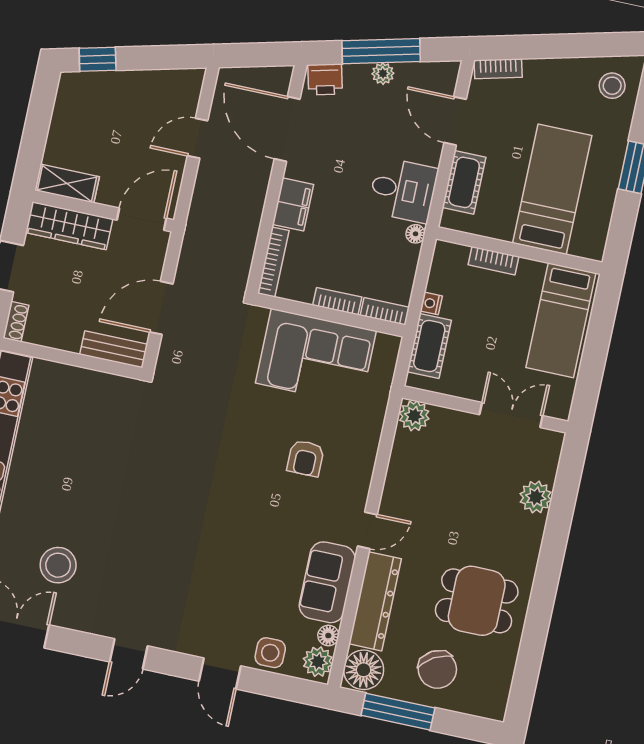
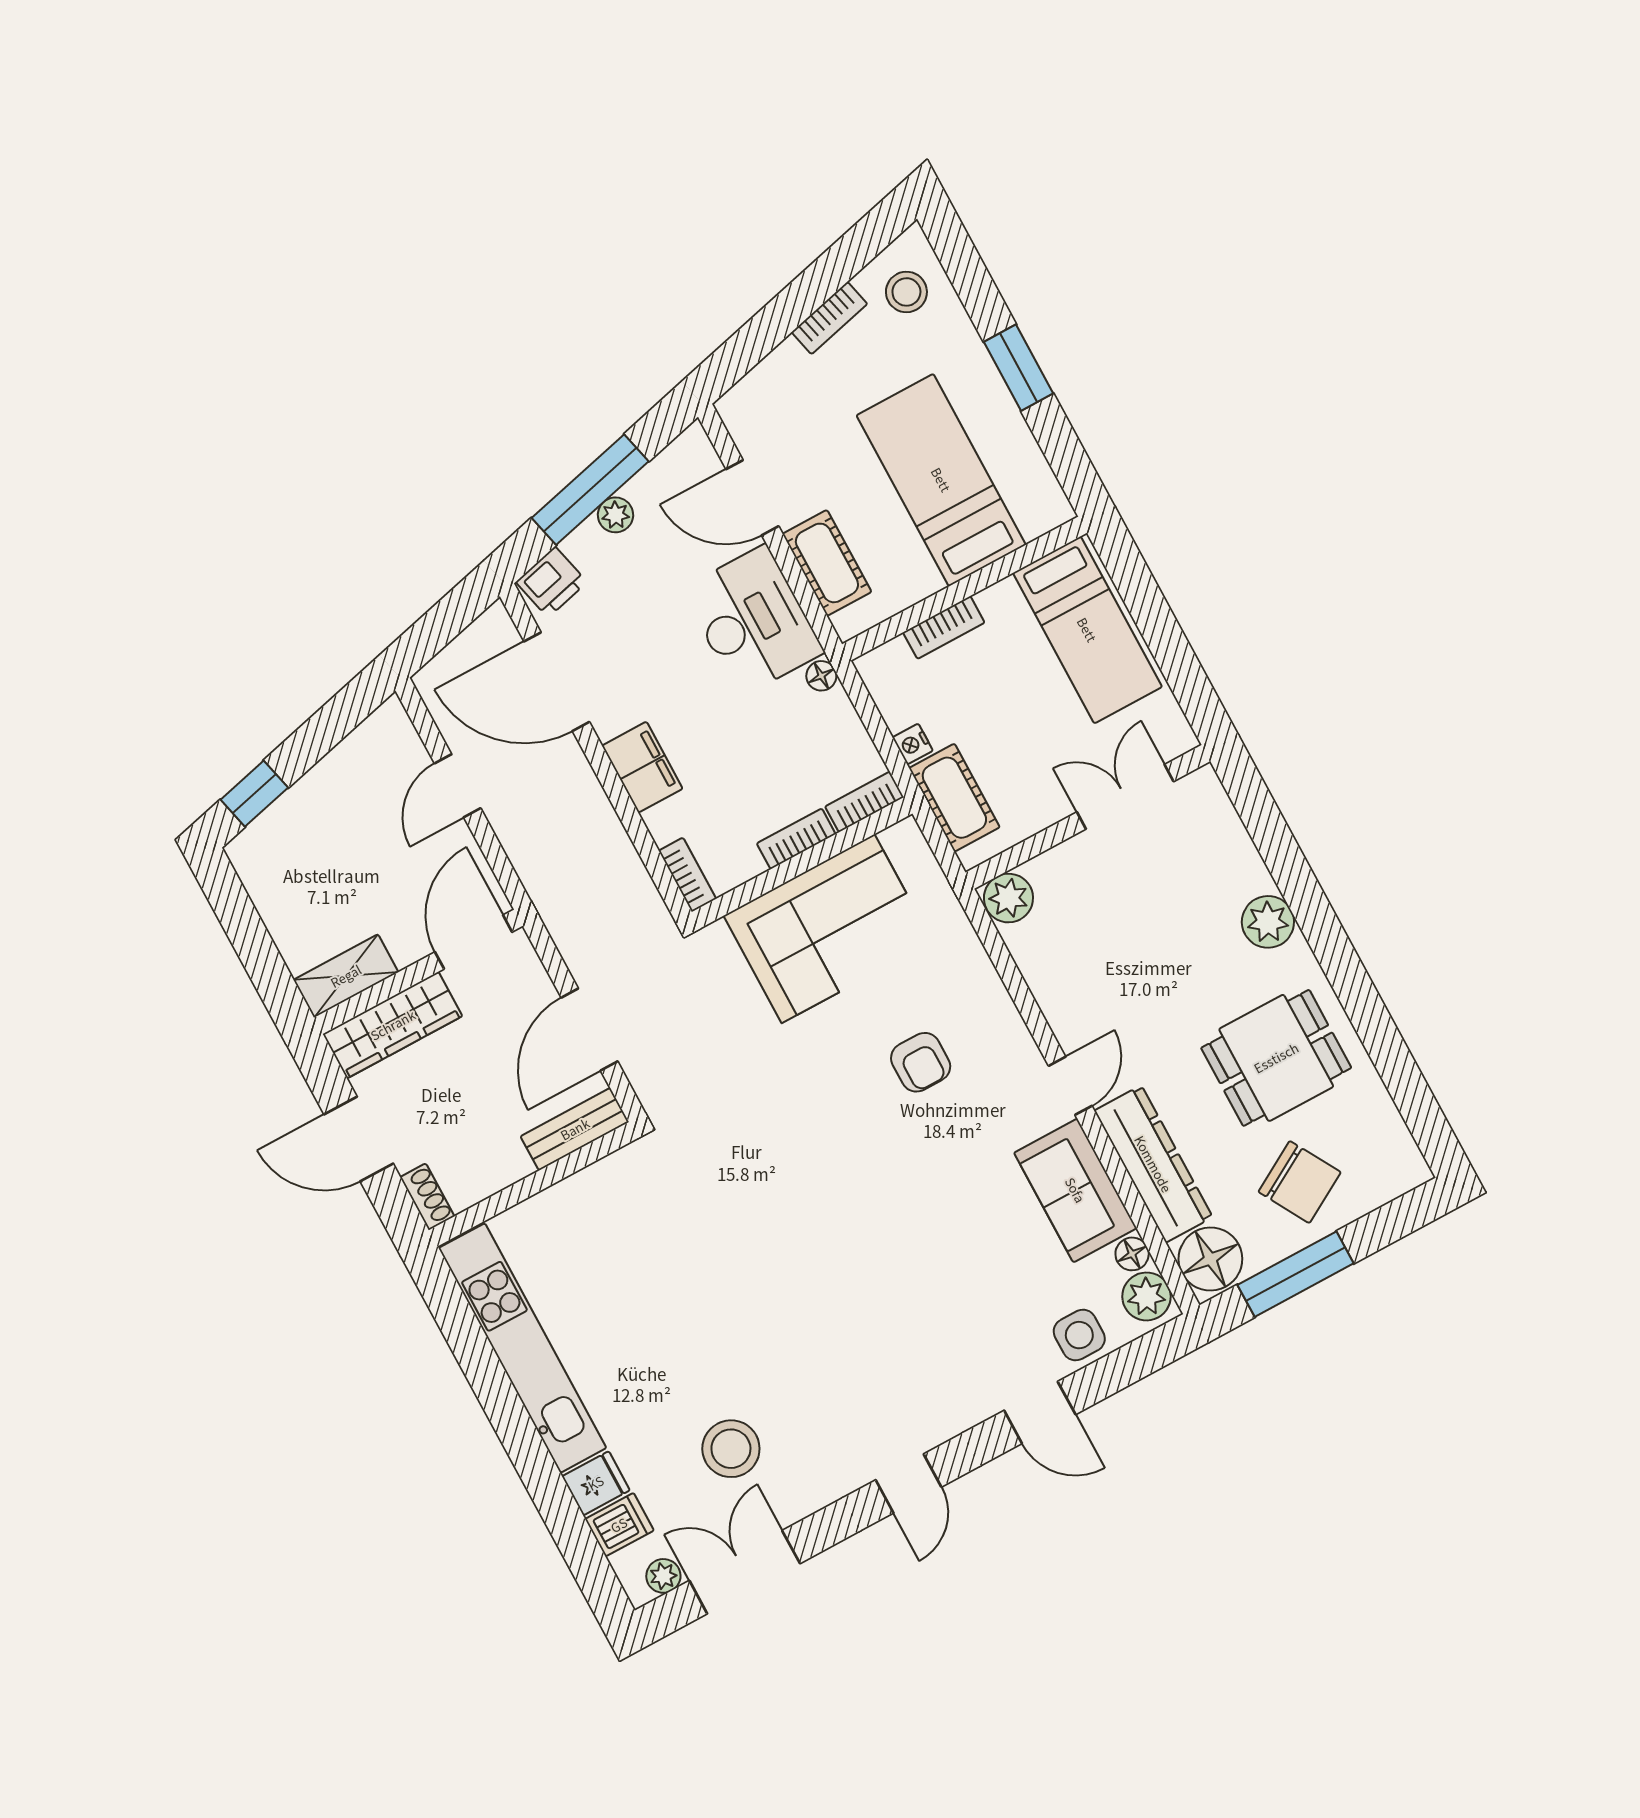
bookcase: (498, 69) -> (829, 318), moved
desk: (403, 190) -> (753, 621), width x1.37
bookcase: (273, 262) -> (687, 875), width x0.64
plant: (536, 497) -> (1268, 922), moved

